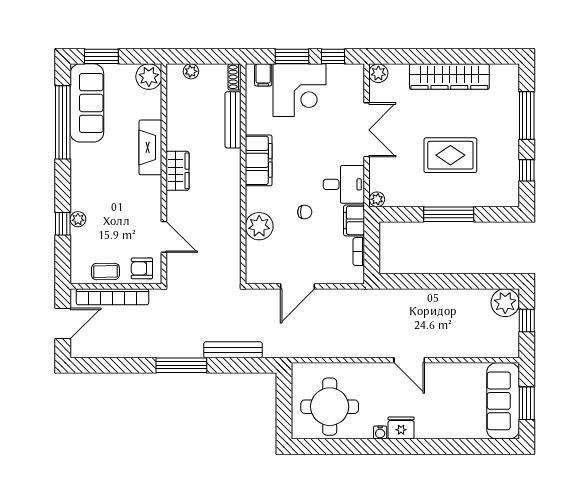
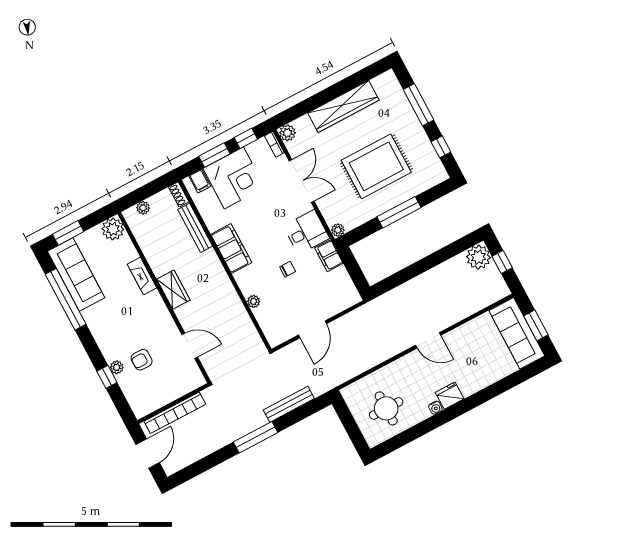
fireplace: (150, 147) -> (142, 276), width x0.73, depth x0.76
rug: (450, 155) -> (376, 166), width x1.37, depth x1.44
plant: (259, 226) -> (254, 301), width x0.53, depth x0.53
bookcase: (359, 251) -> (274, 144), moved
armchair: (142, 268) -> (142, 360), moved
coffee table: (105, 271) -> (159, 396), removed
round table: (330, 407) -> (386, 408), width x0.73, depth x0.73

